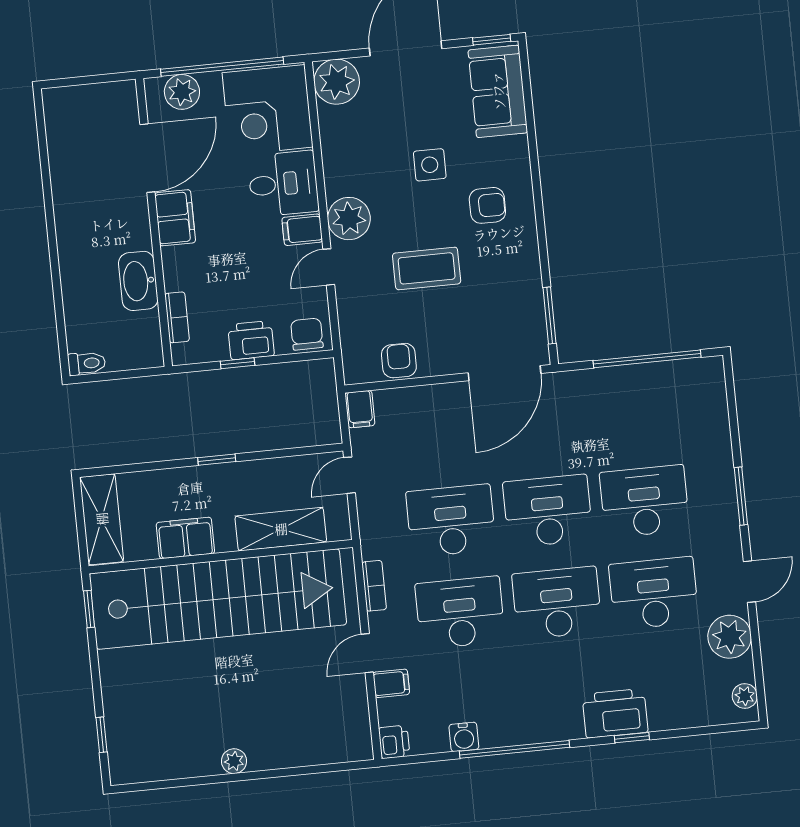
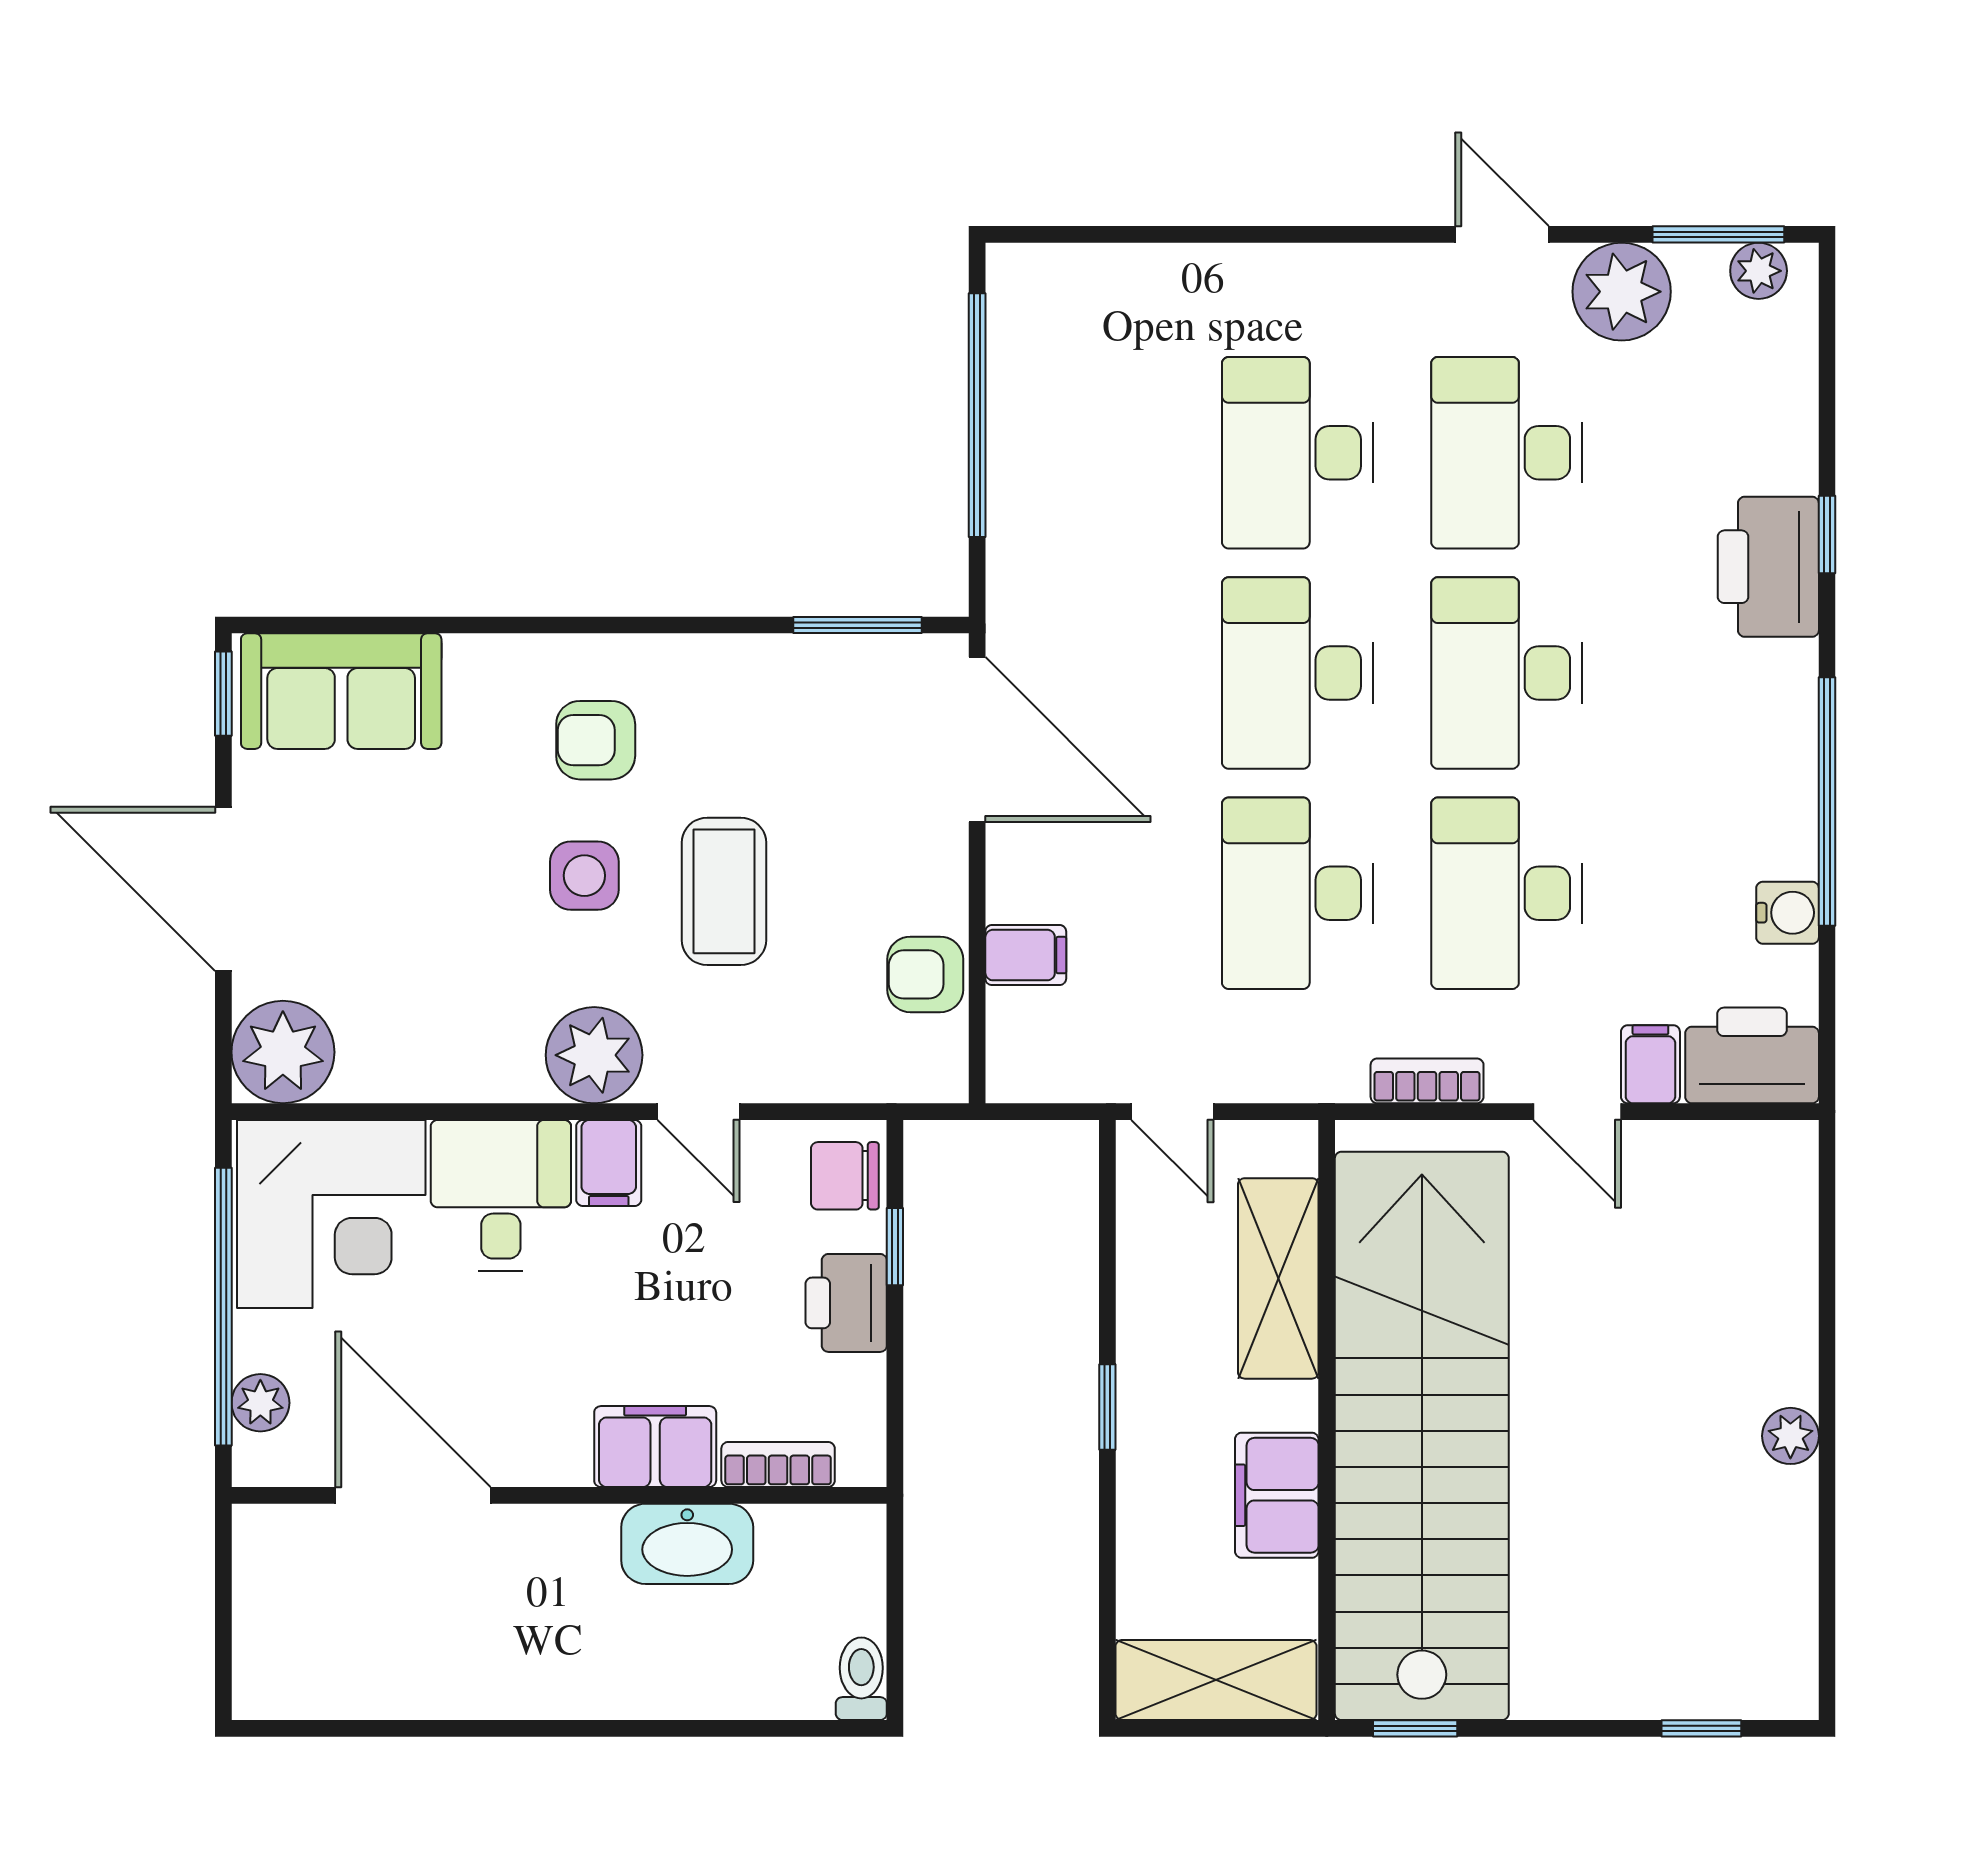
plant: (182, 92) -> (260, 1403), width x0.73, depth x0.73
side table: (430, 165) -> (584, 876), moved
armchair: (487, 205) -> (596, 740), turned -90
filing cabinet: (175, 218) -> (655, 1447), moved
window: (238, 363) -> (895, 1247), moved
filing cabinet: (360, 409) -> (1026, 955), moved
window: (741, 496) -> (1718, 234), moved
printer: (394, 742) -> (1752, 1055), width x1.87, depth x1.48

